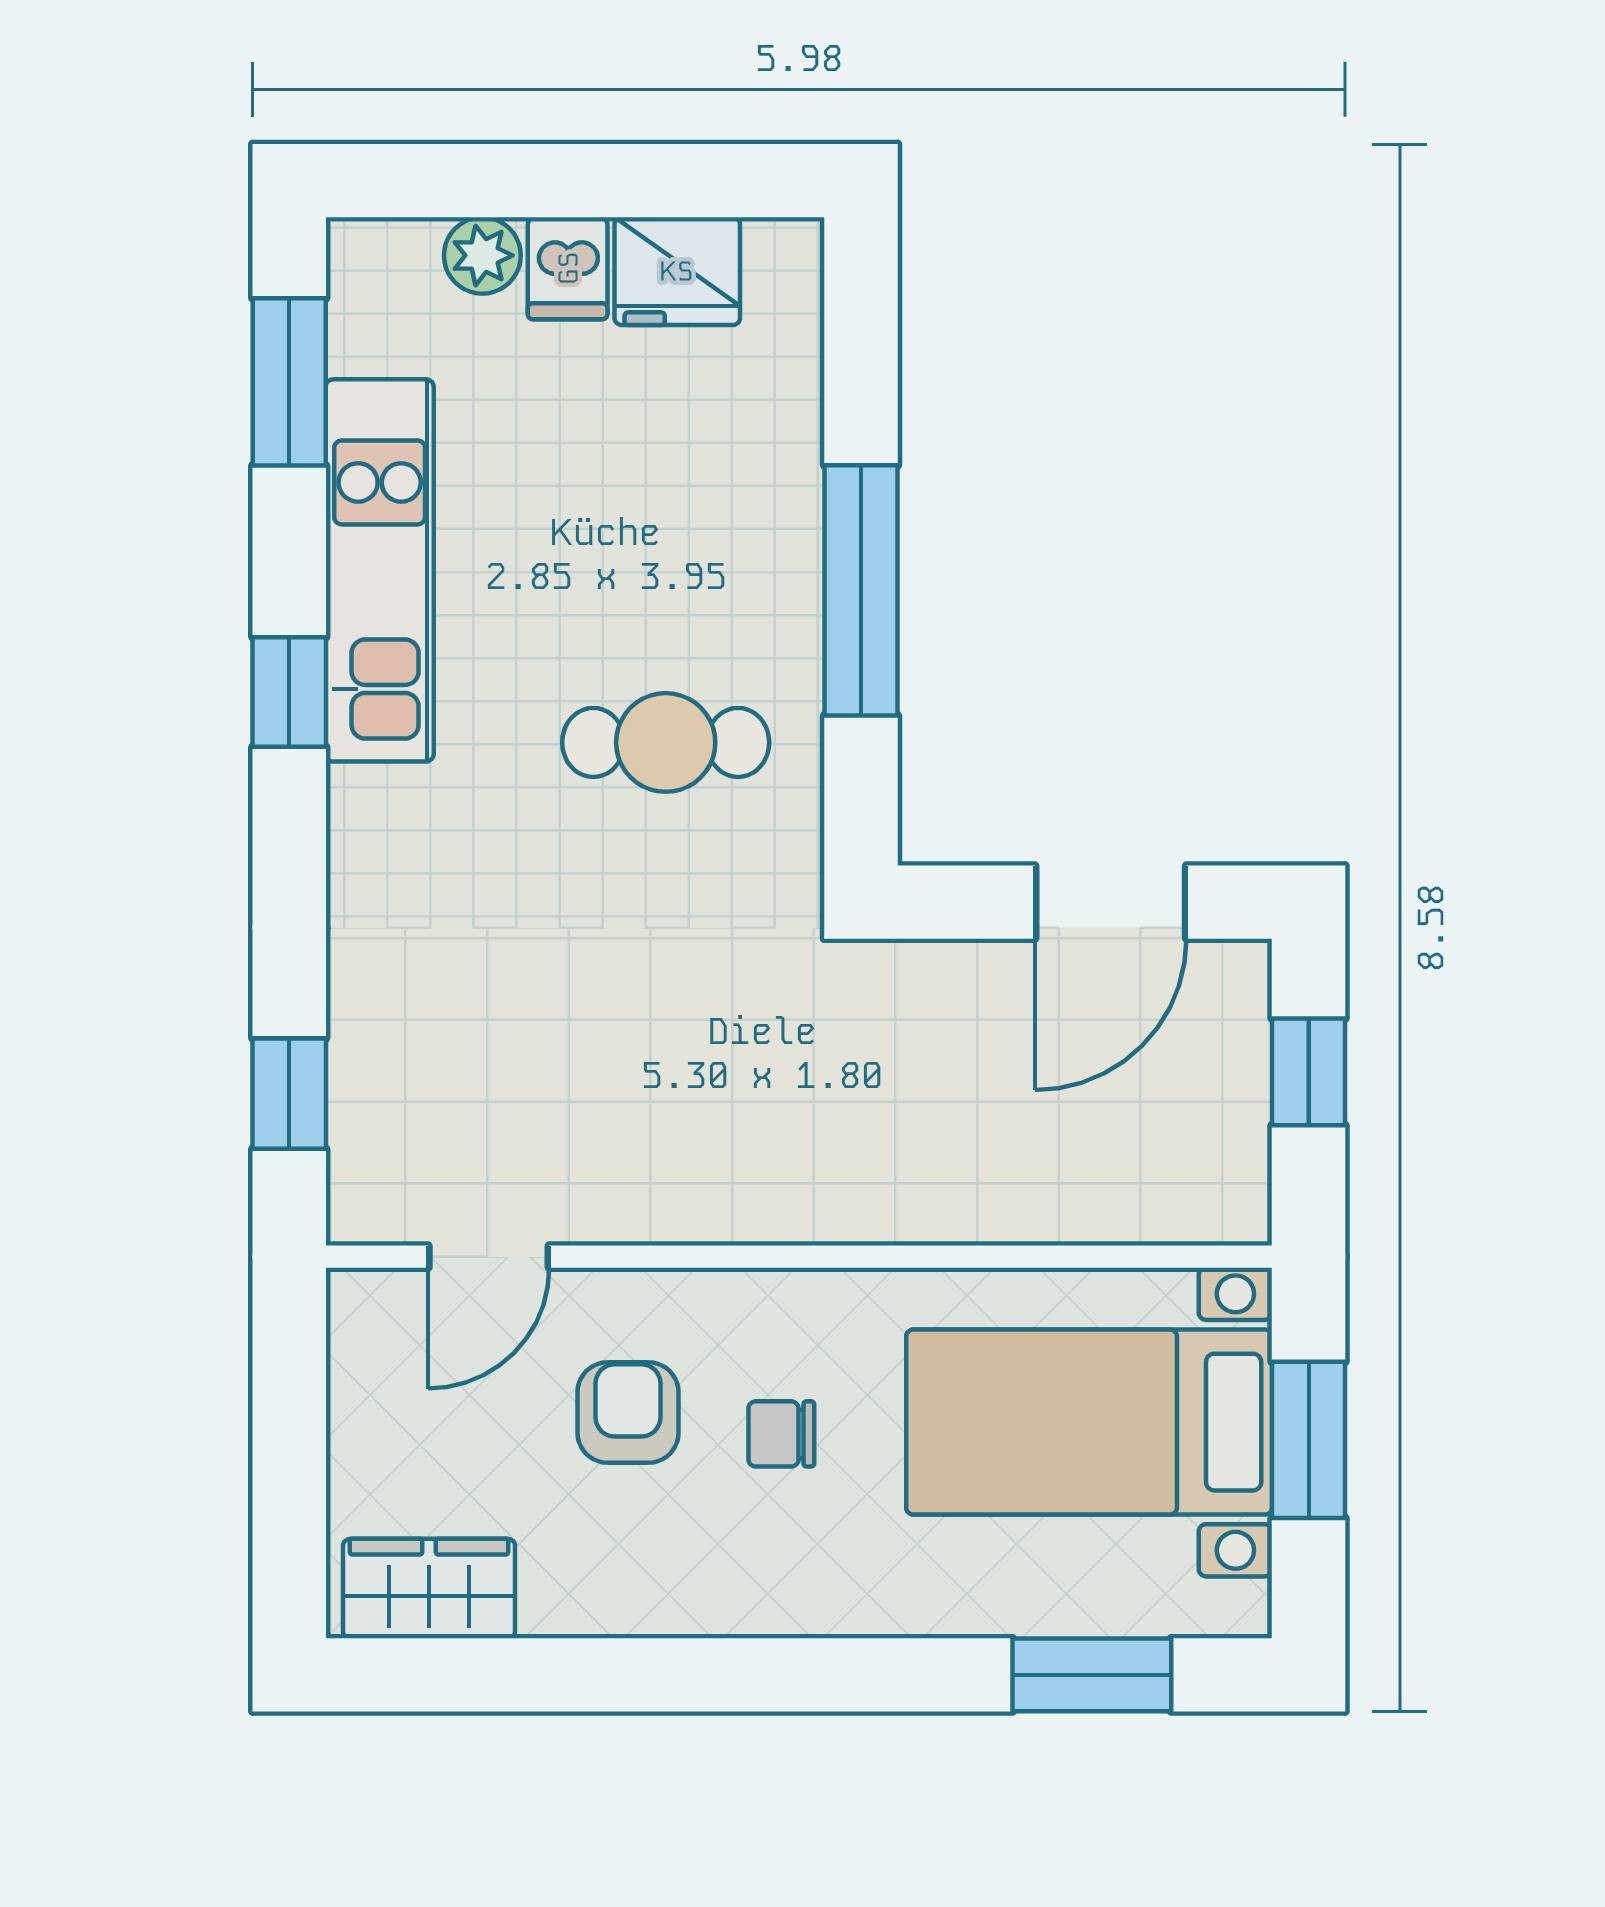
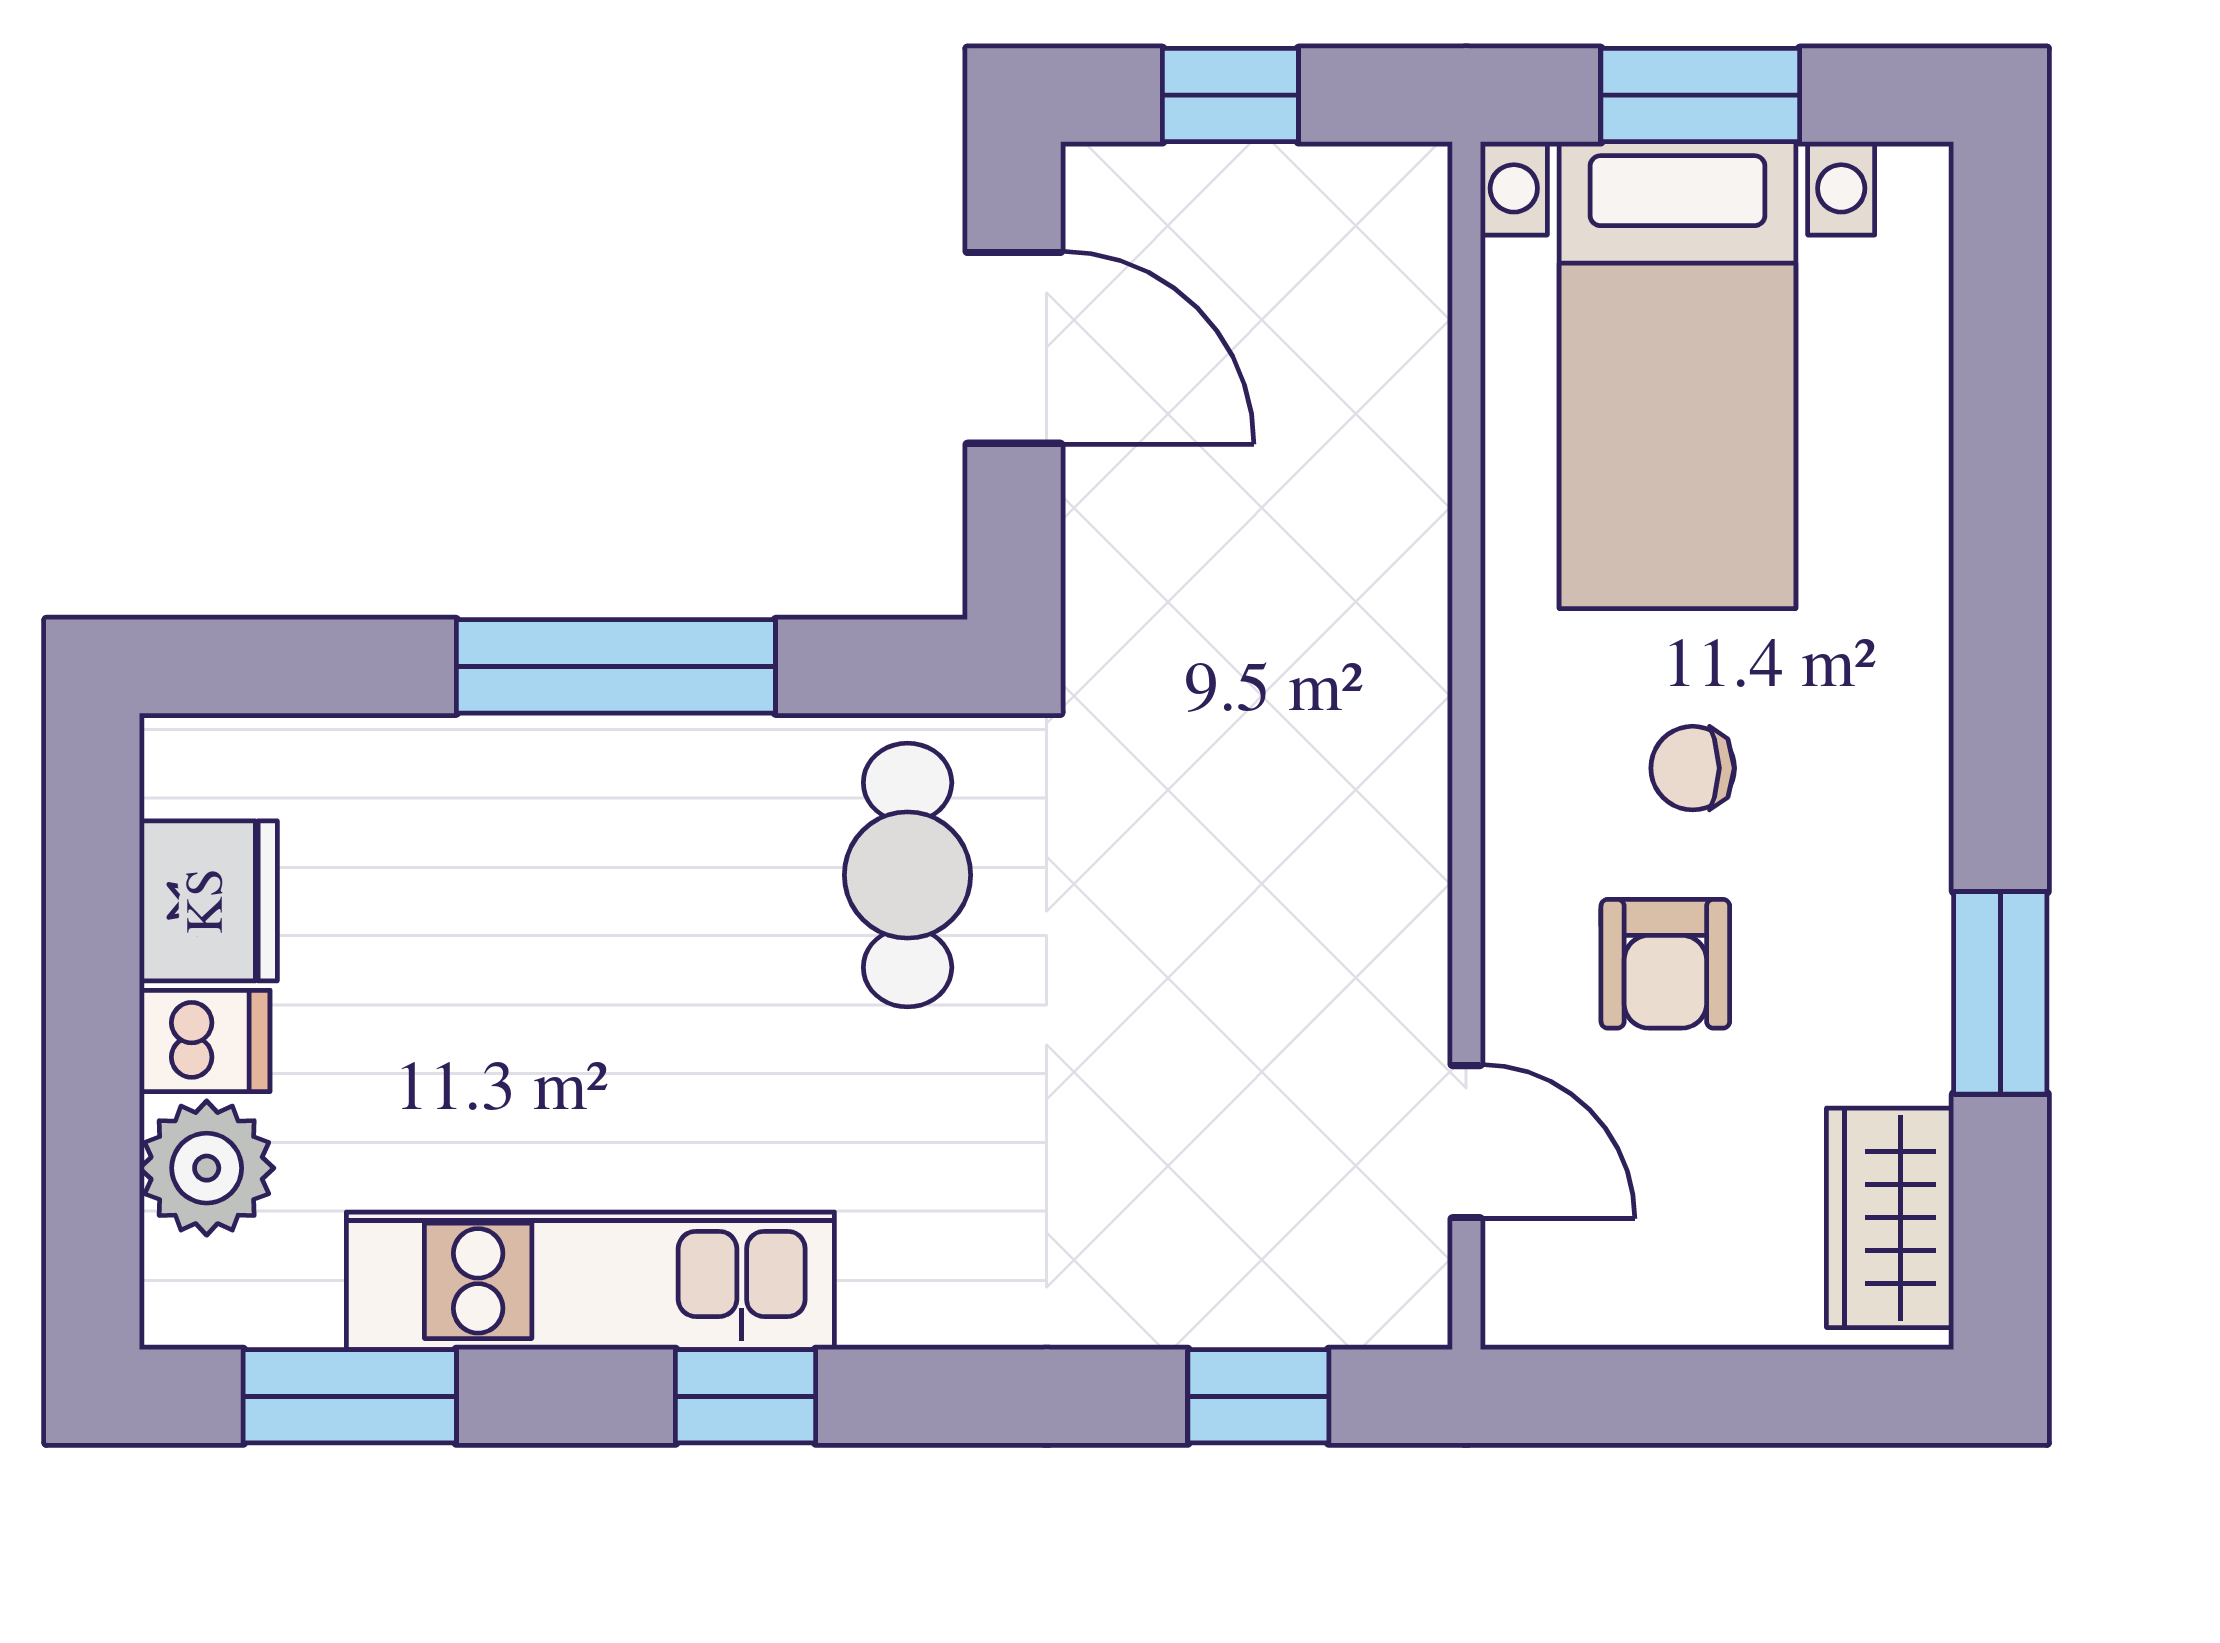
plant: (482, 255) -> (207, 1168), width x1.38, depth x1.38
cafe table: (666, 742) -> (908, 875), moved
armchair: (628, 1413) -> (1665, 964), turned -90
chair: (781, 1434) -> (1693, 768), turned 90
window: (1092, 1675) -> (2000, 993), moved

